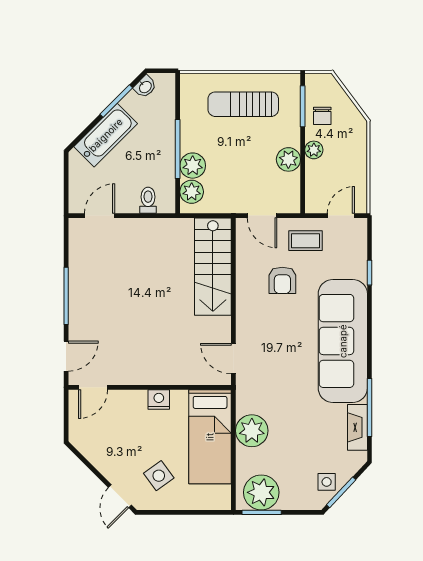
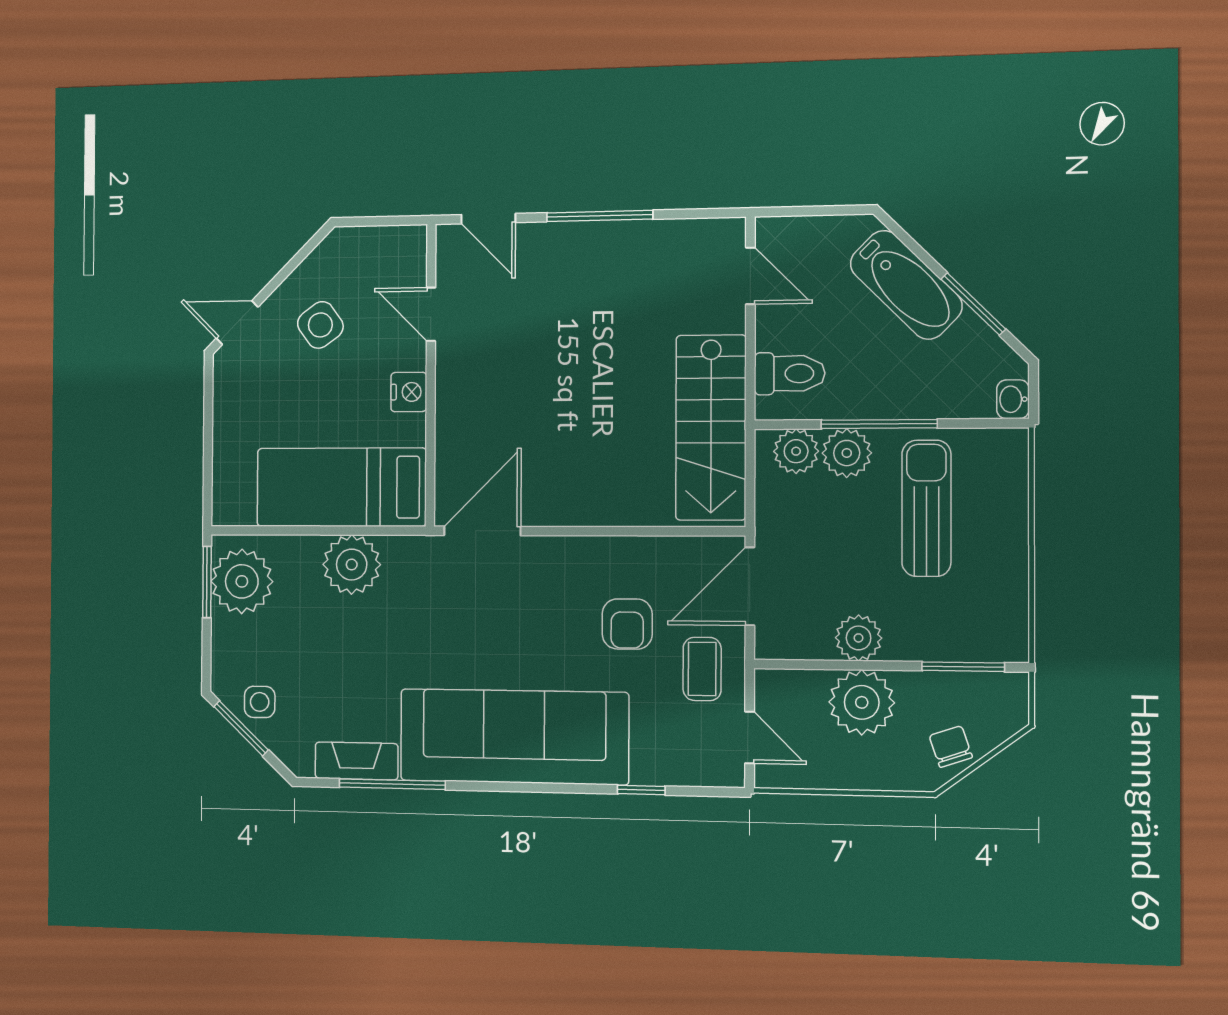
washbasin: (145, 87) -> (1013, 399), moved, turned 45
sun lounger: (243, 104) -> (926, 508), moved
chair: (322, 116) -> (951, 747), moved, turned 71
plant: (314, 150) -> (862, 702), width x1.87, depth x1.87
toilet: (148, 200) -> (790, 374), width x1.37, depth x1.39
door: (262, 216) -> (750, 586), width x1.38
stairs: (213, 267) -> (711, 428), moved, turned -90
armchair: (282, 280) -> (627, 624), turned -90
door: (233, 359) -> (482, 531), width x1.38
door: (93, 387) -> (431, 314), moved
side table: (159, 476) -> (320, 325), moved

